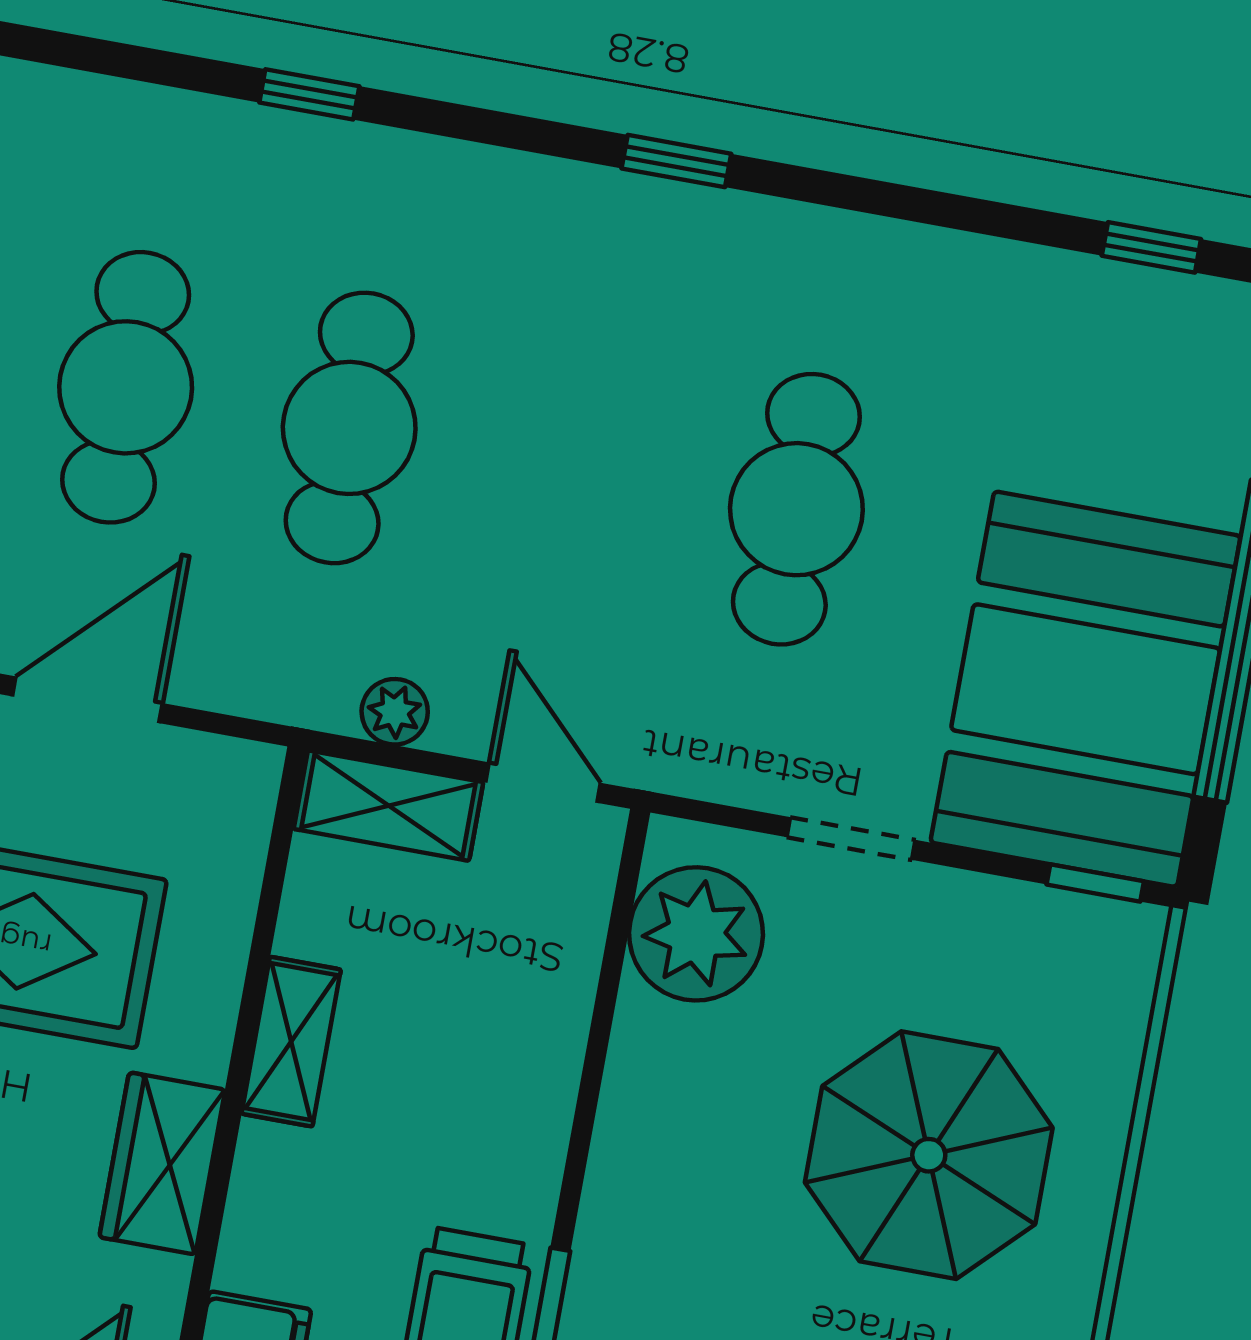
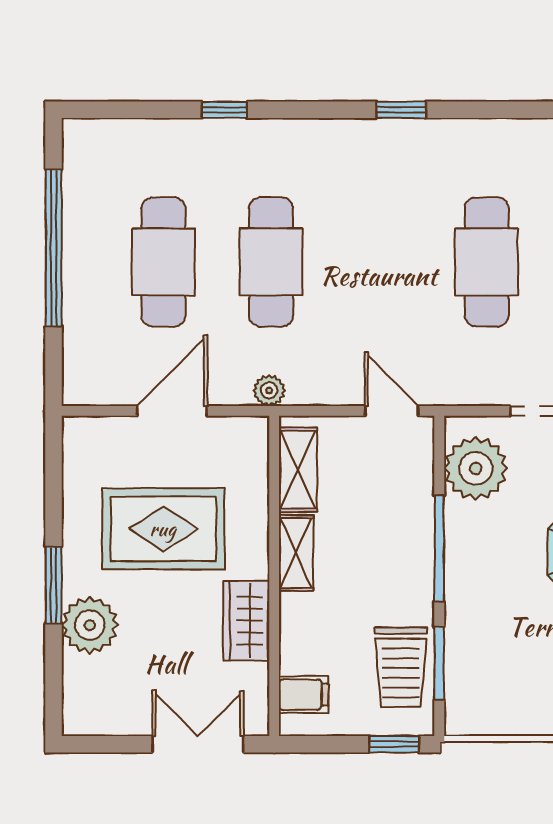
plant: (395, 712) -> (269, 390), moved
shelving: (388, 806) -> (298, 470), moved, turned 90
window: (590, 1086) -> (439, 548), added

